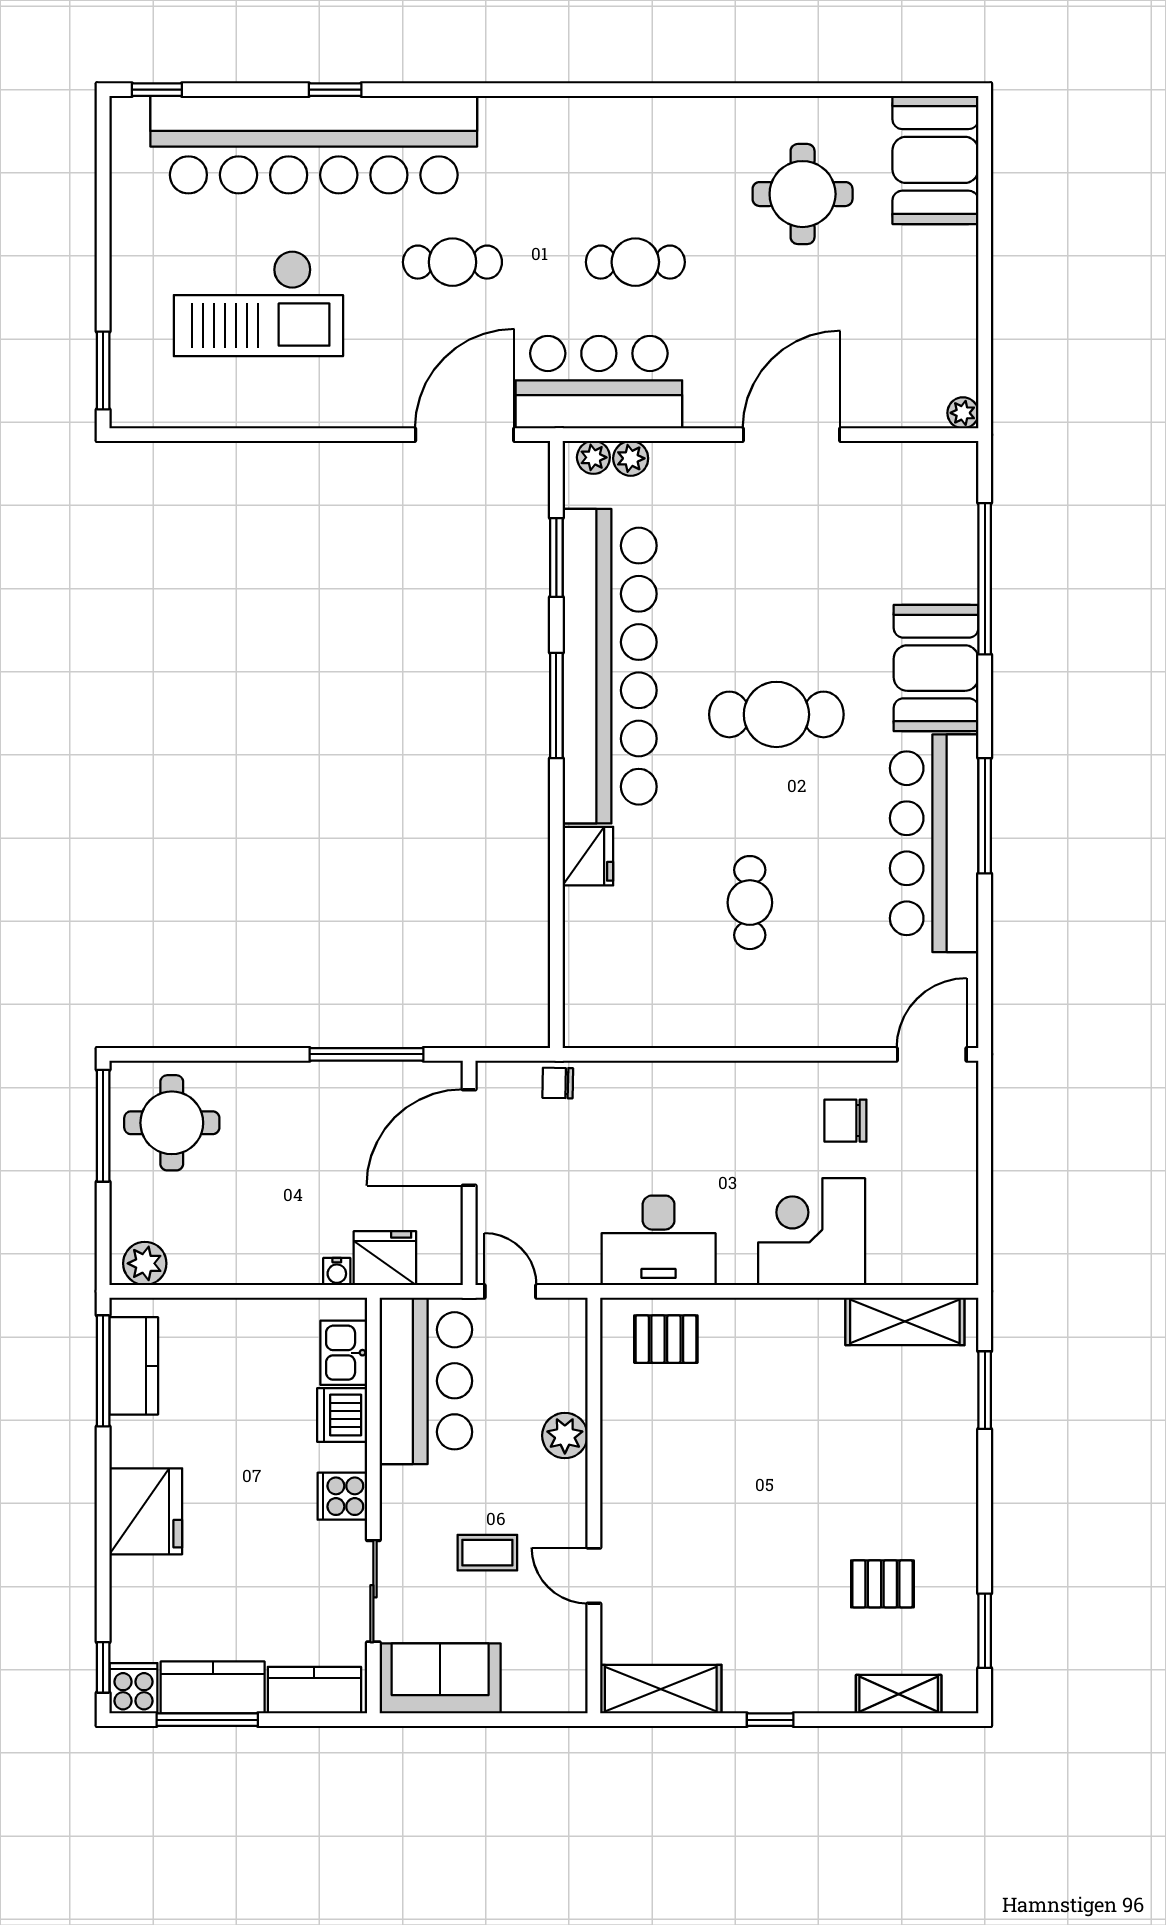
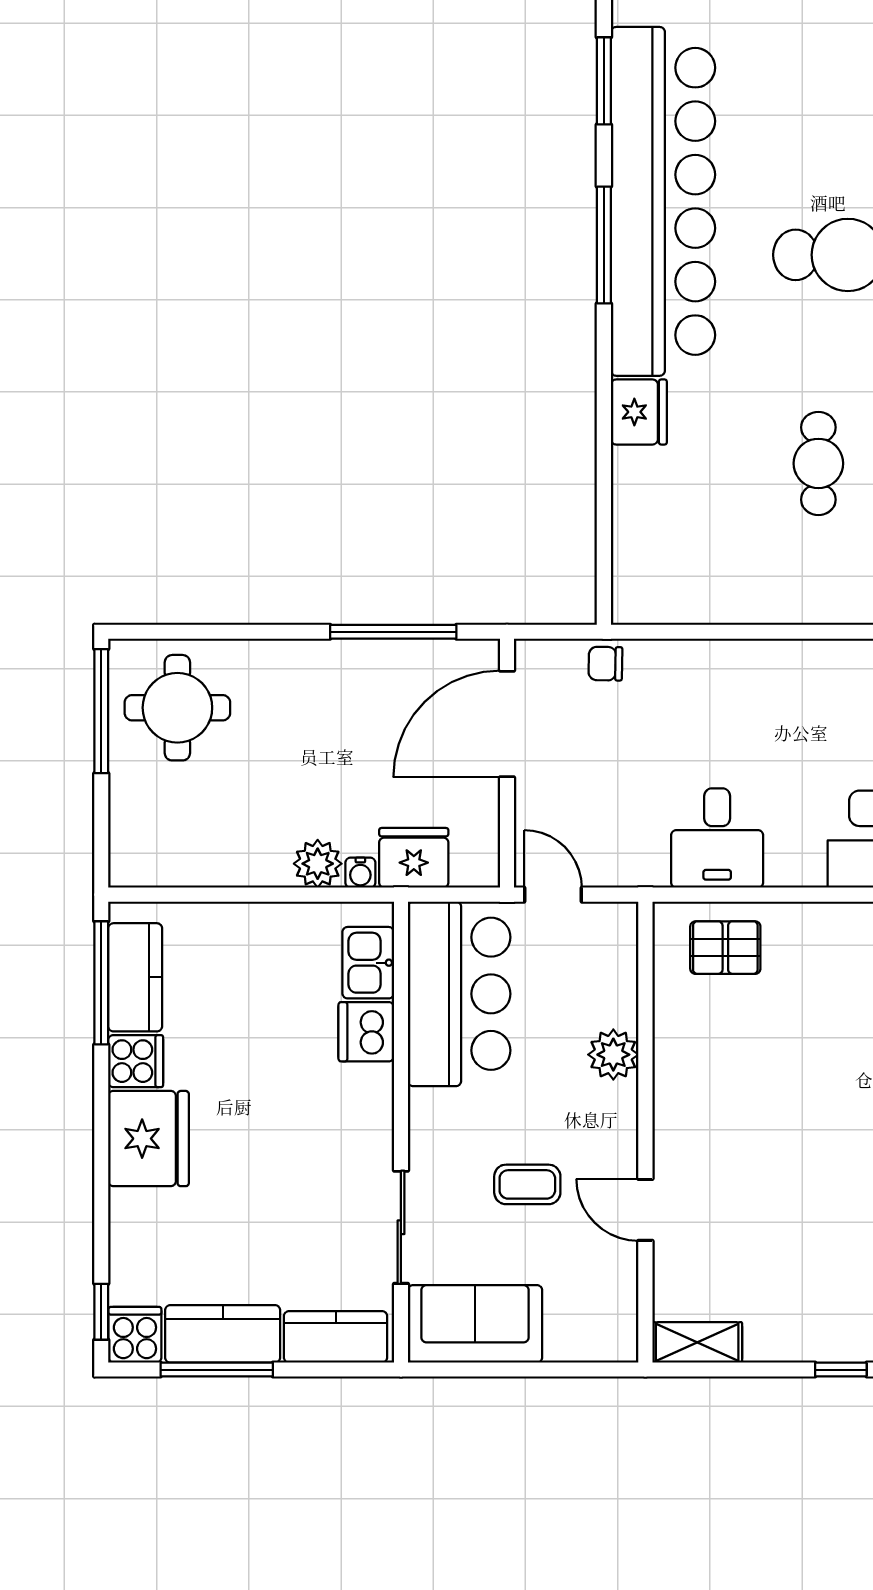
desk: (659, 1240) -> (717, 838), width x0.73
plant: (145, 1263) -> (318, 864), moved
cooker: (342, 1496) -> (136, 1061), moved, turned 180
shelving: (661, 1689) -> (697, 1342), width x0.67, depth x0.75

